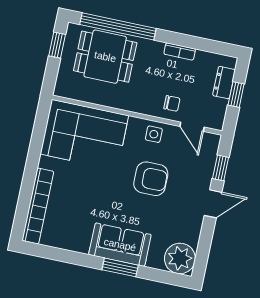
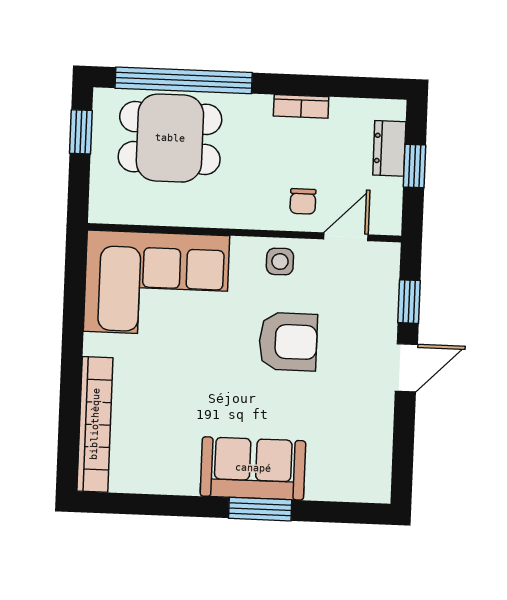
chair: (172, 103) -> (303, 201), turned 90
door: (192, 127) -> (346, 237), swing flipped
plant: (180, 258) -> (364, 475), removed

